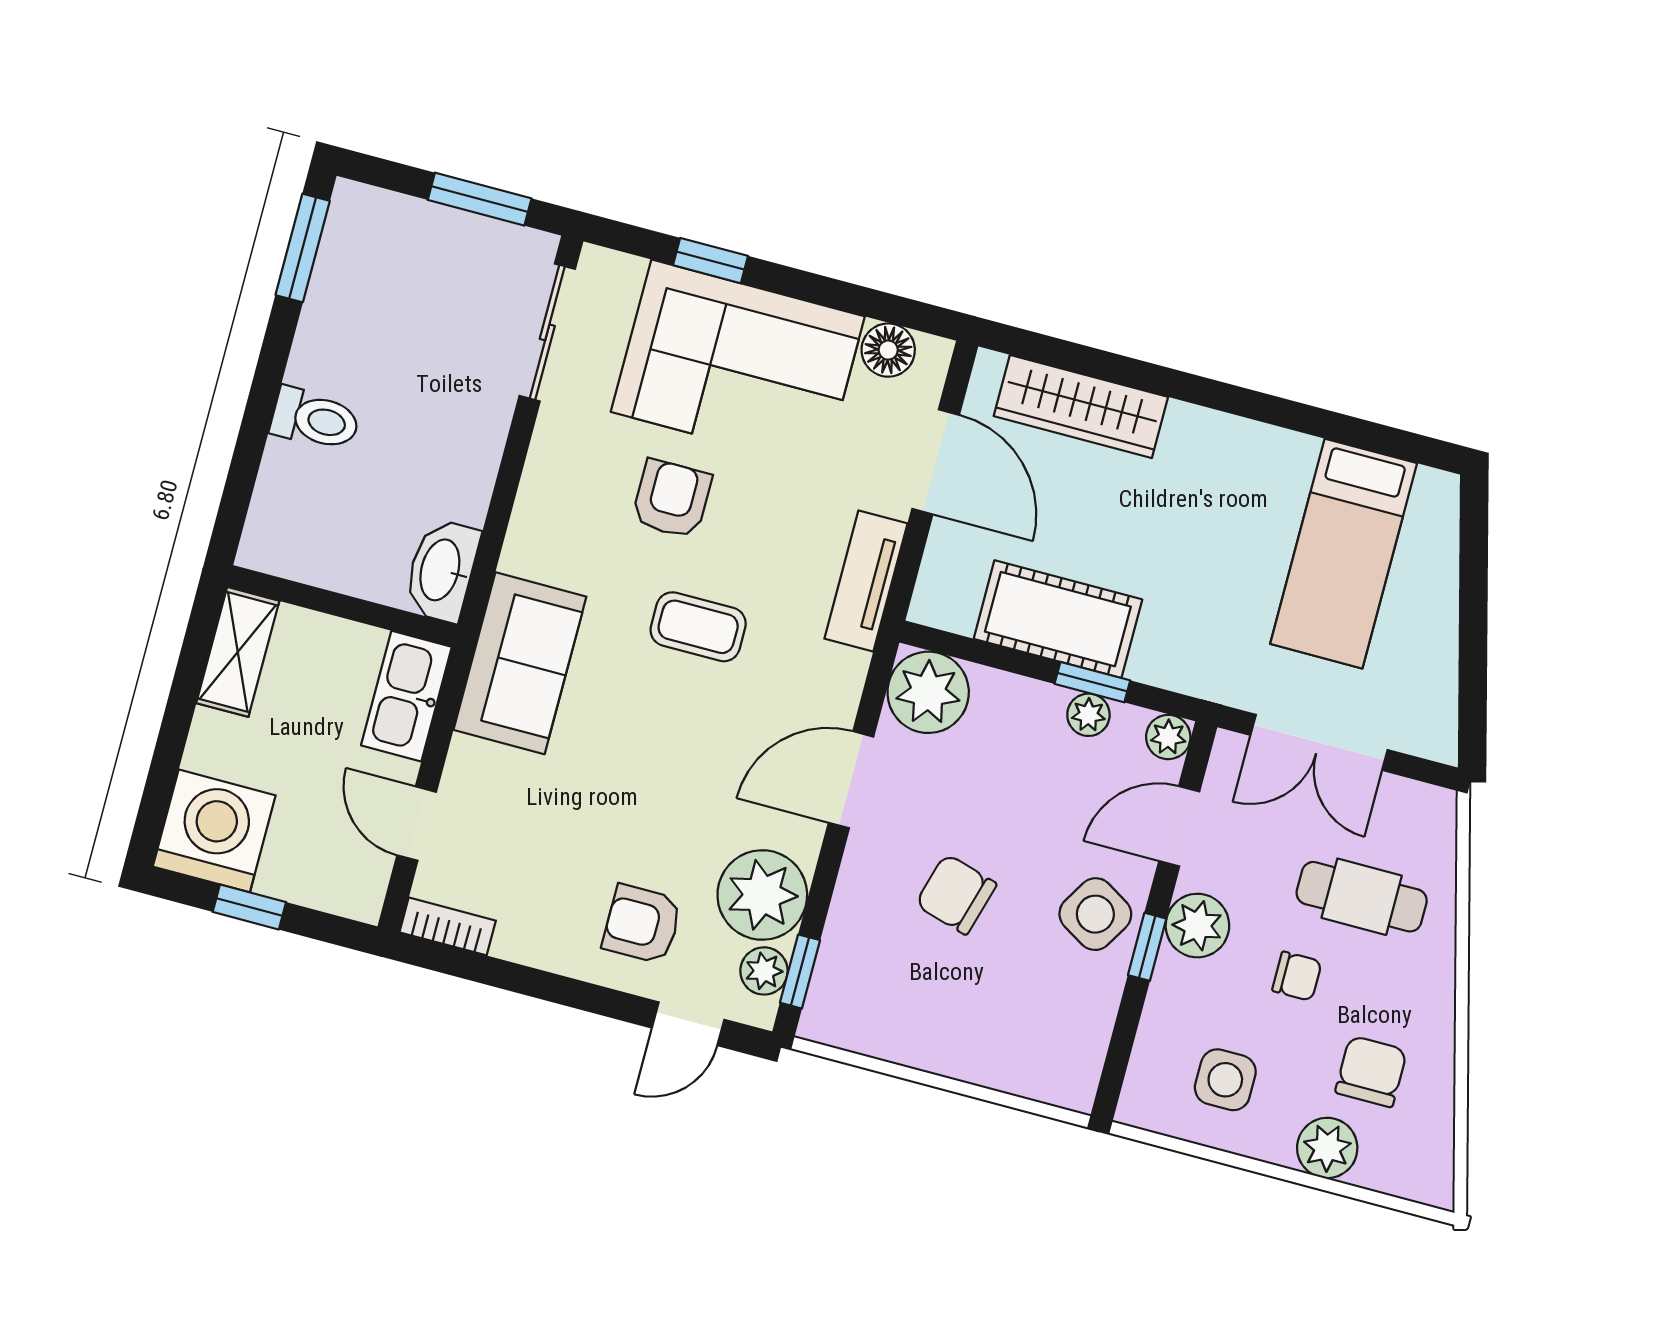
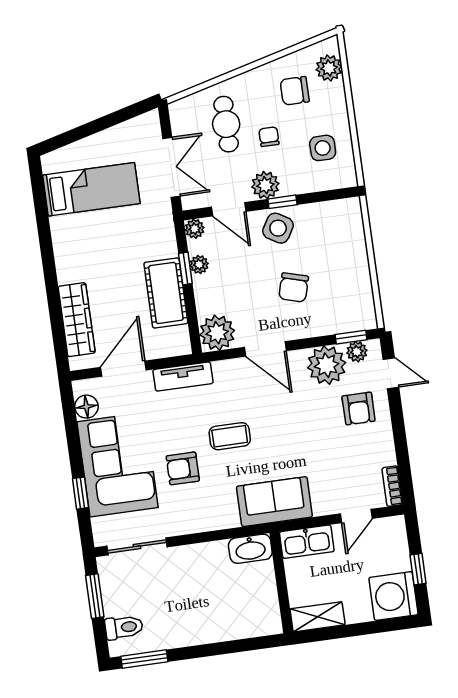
toilet: (315, 419) -> (124, 627), moved, turned 90
coffee table: (698, 627) -> (230, 436), turned 90
plant: (1327, 1148) -> (329, 68), moved

